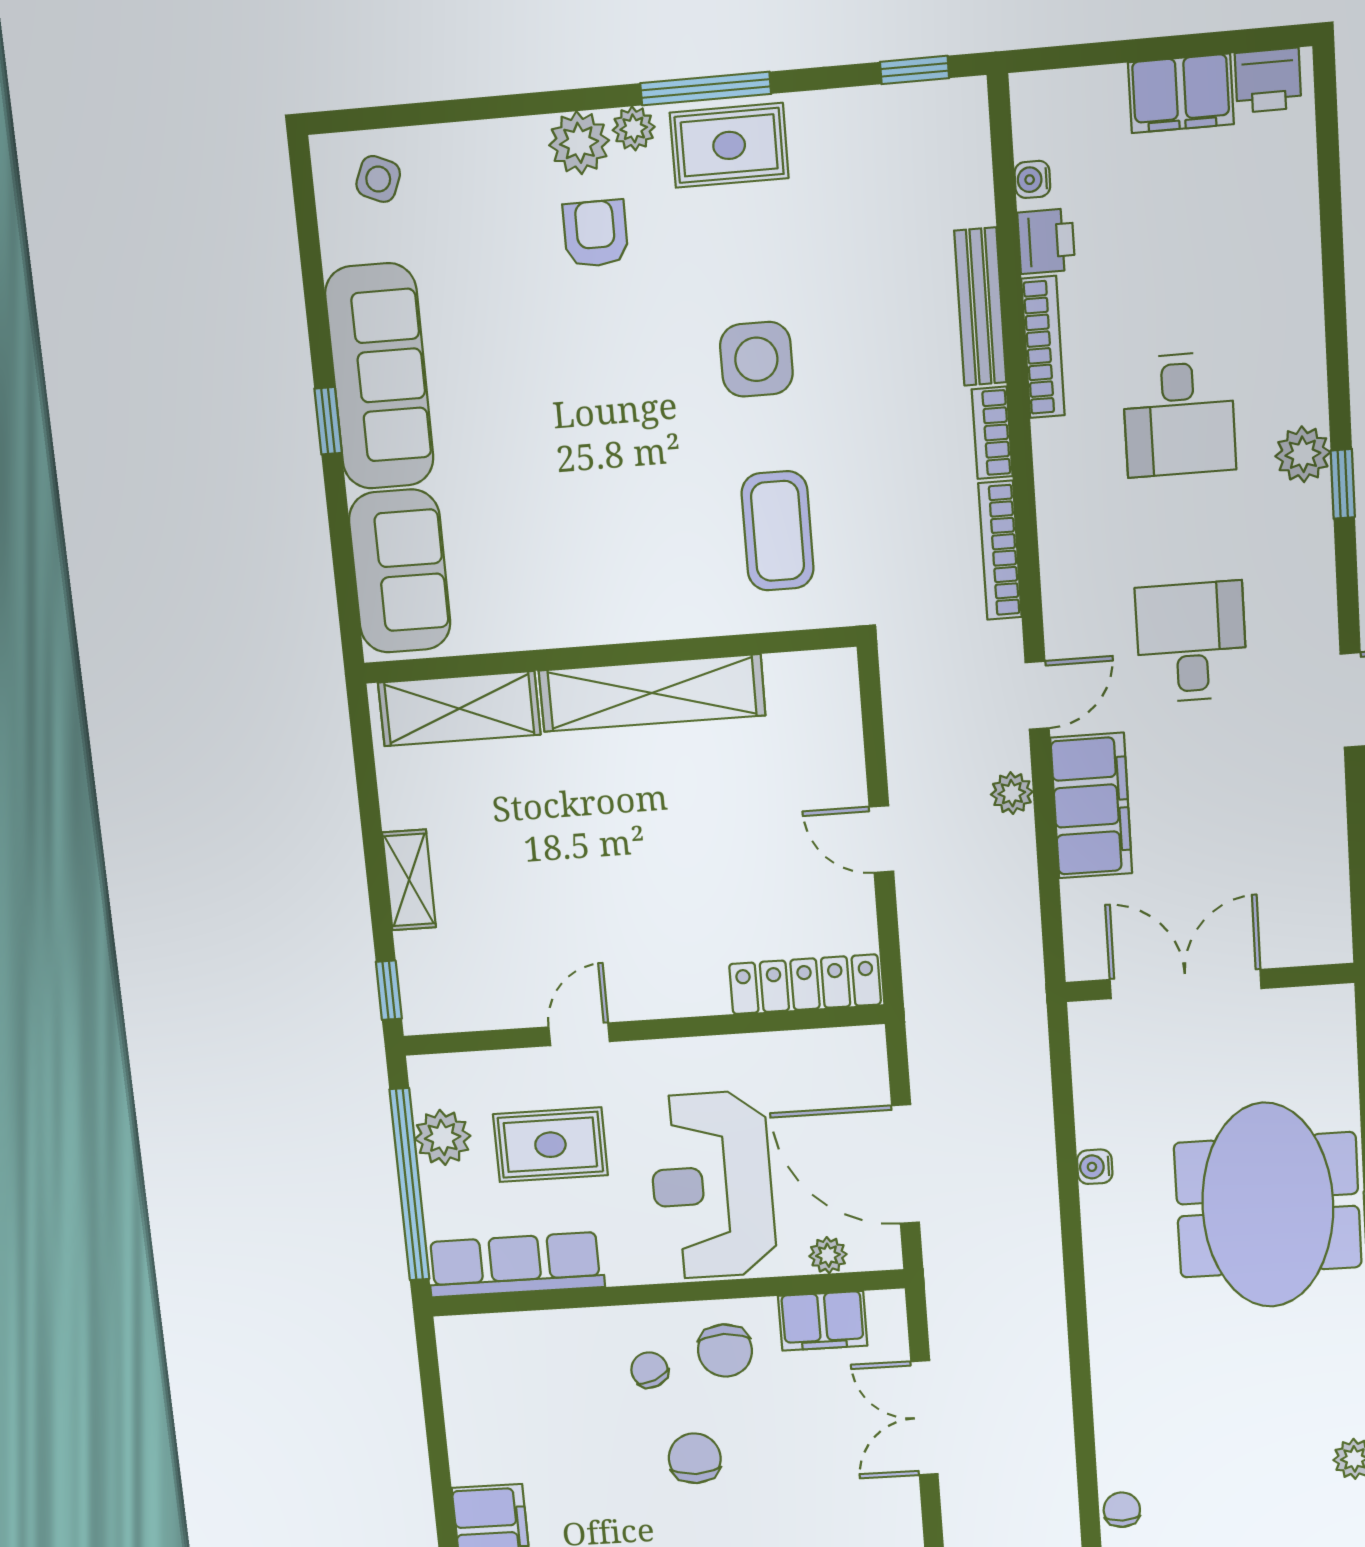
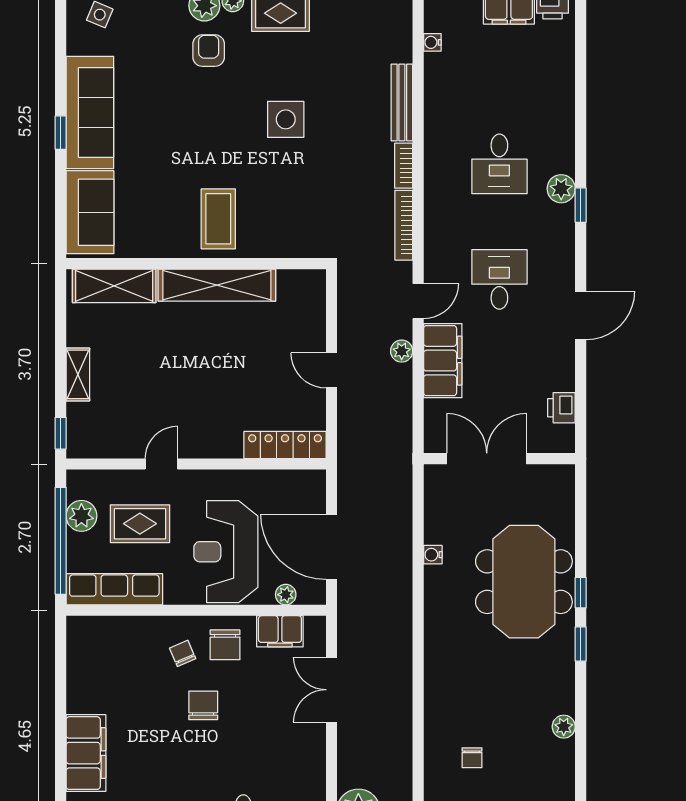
printer: (1046, 241) -> (561, 408), moved, turned 180
bookcase: (1043, 347) -> (432, 125), removed
coffee table: (778, 531) -> (218, 219), moved
chair: (1122, 1510) -> (472, 758), moved, turned 180

